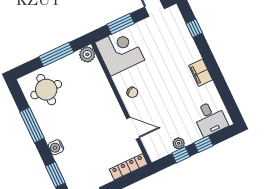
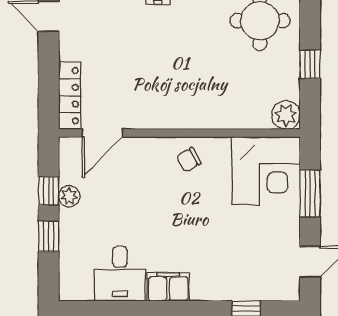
window: (56, 54) -> (310, 64), width x0.46
desk: (210, 118) -> (120, 274), moved, turned -90
door: (133, 128) -> (102, 133), moved

